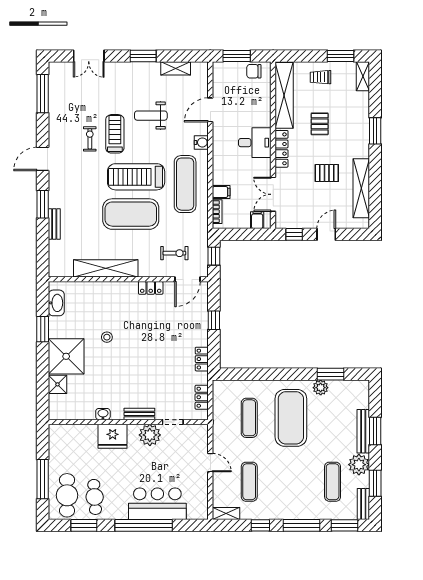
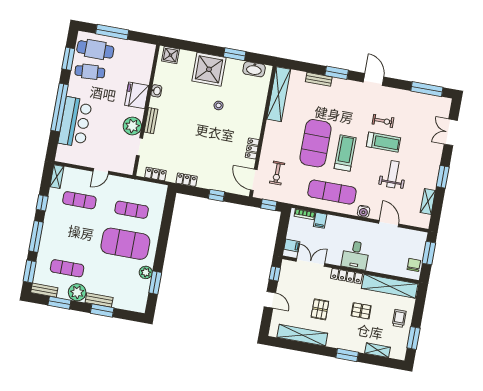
shelving: (363, 76) -> (377, 350), moved
treadmill: (136, 177) -> (345, 153), width x0.73, depth x0.73
shelving: (106, 268) -> (279, 94), moved
shower: (58, 384) -> (170, 55), moved
bench: (363, 431) -> (99, 300), width x0.73

